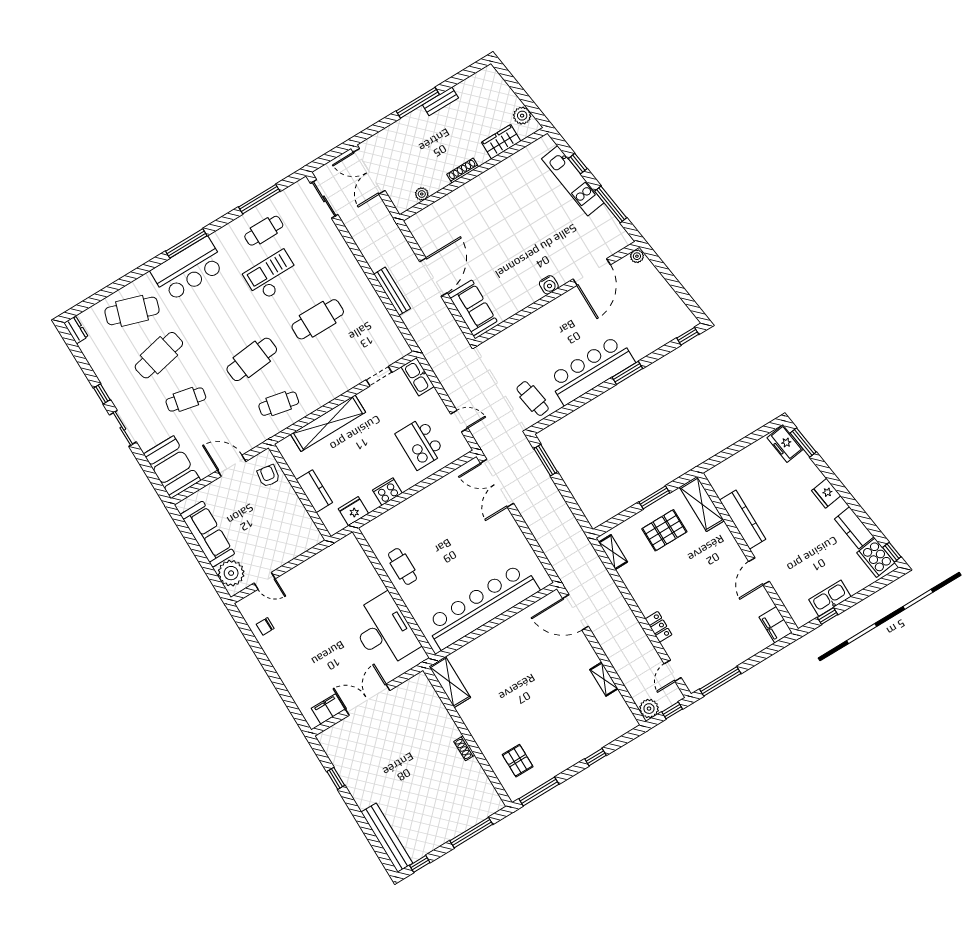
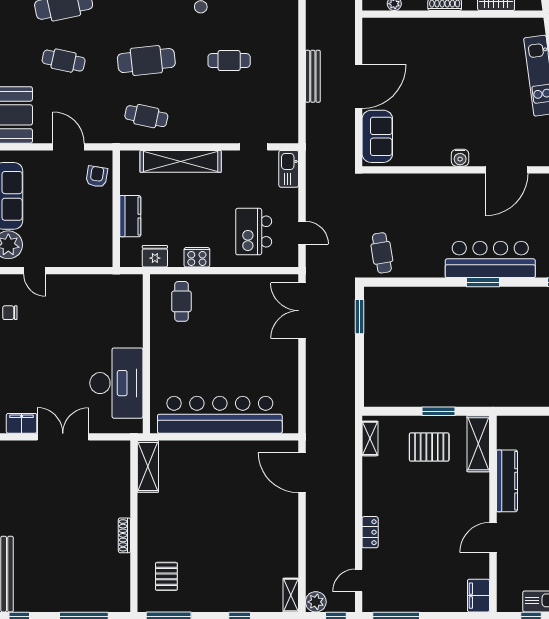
cafe table: (318, 319) -> (229, 61), width x0.73, depth x0.74
bar counter: (591, 370) -> (490, 259), moved
cafe table: (403, 566) -> (181, 301), moved
shelving: (604, 679) -> (291, 595), moved
shoe rack: (464, 748) -> (124, 535), width x1.43

